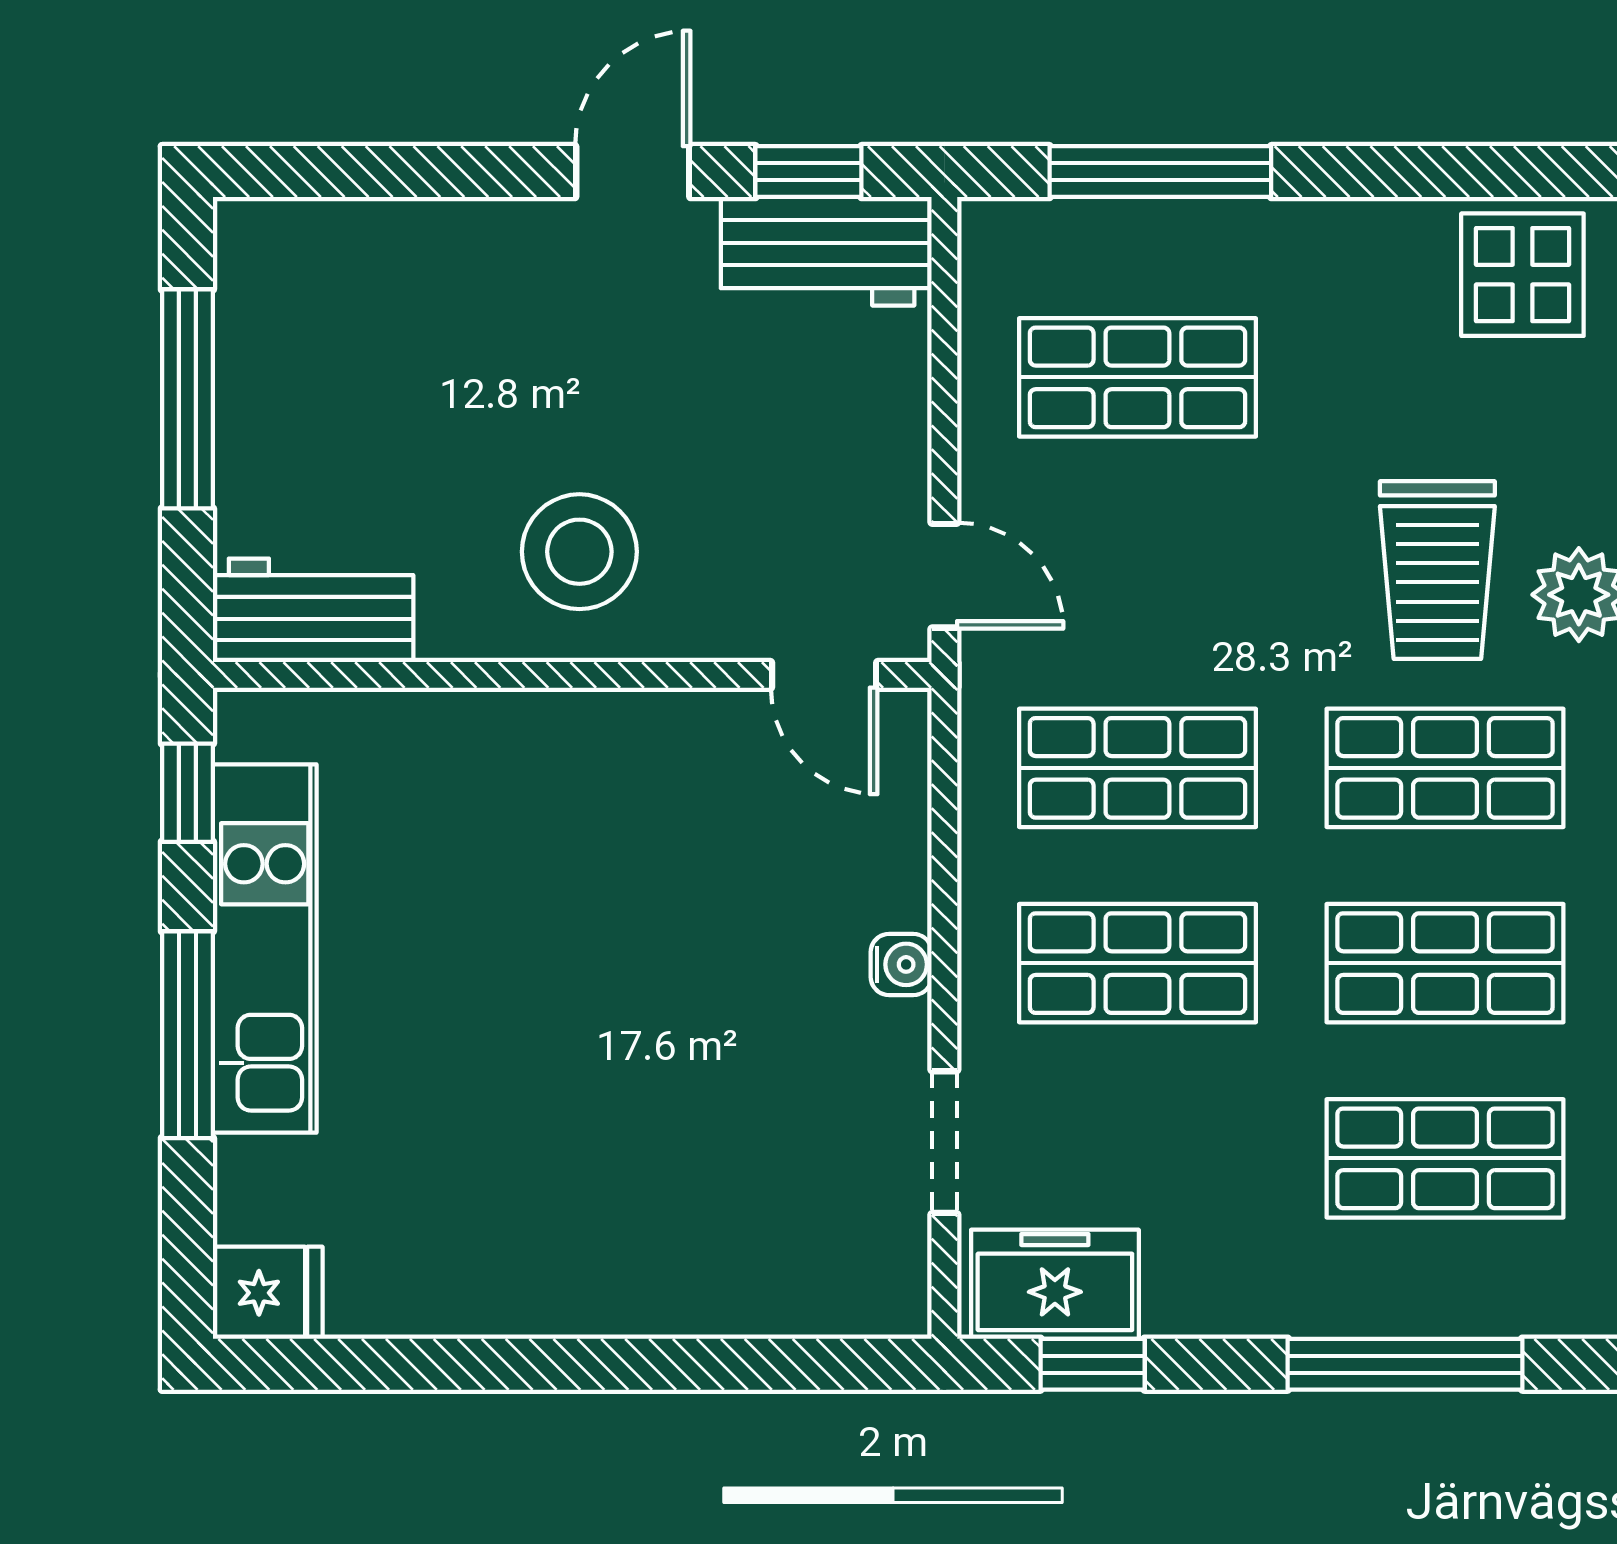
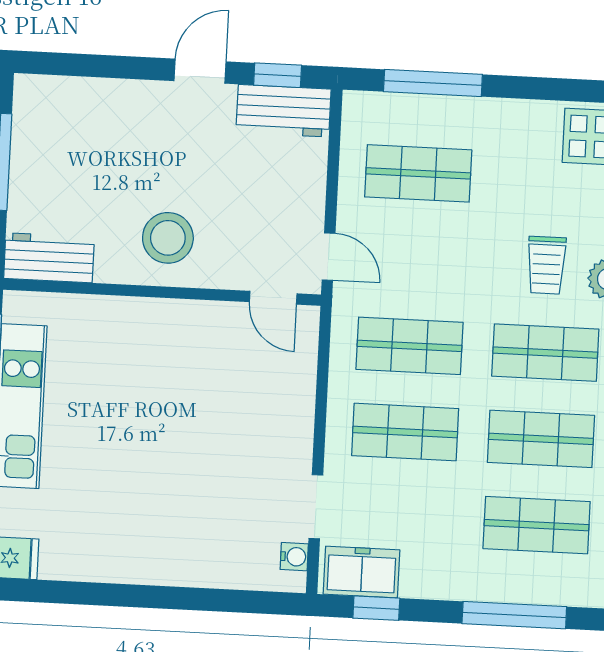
trolley: (1437, 570) -> (546, 265), width x0.73, depth x0.72
water cooler: (901, 964) -> (294, 557), moved

